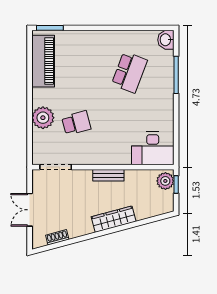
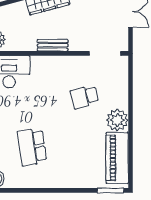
school desk: (129, 72) -> (32, 147), turned -30
plant: (43, 118) -> (117, 120), moved

